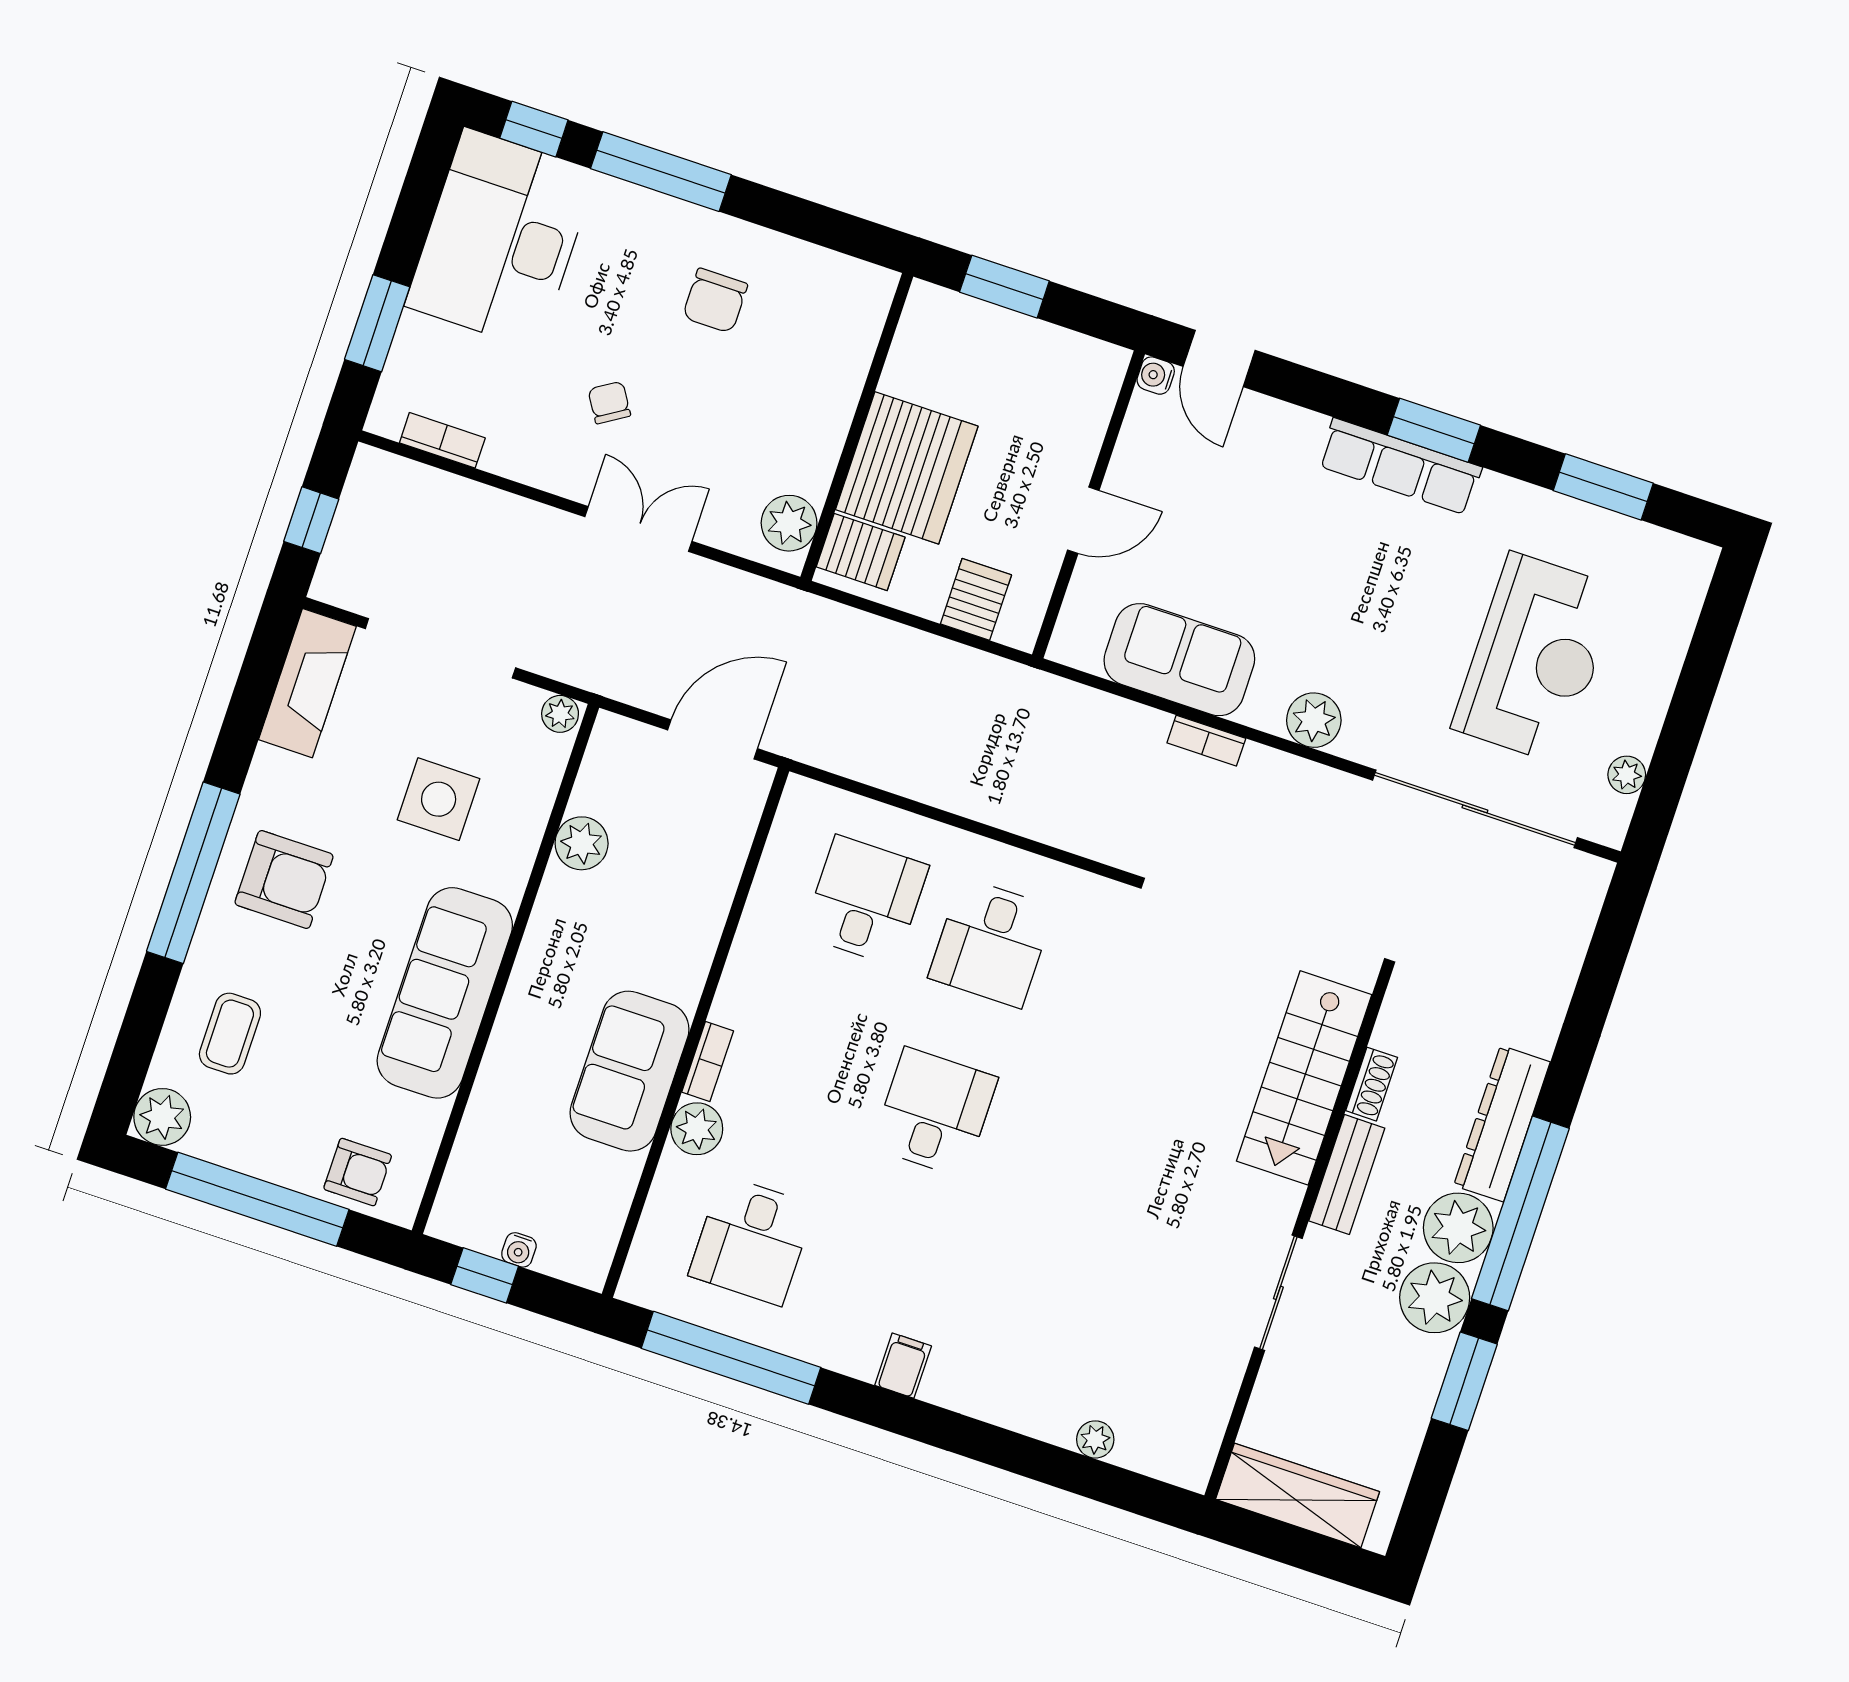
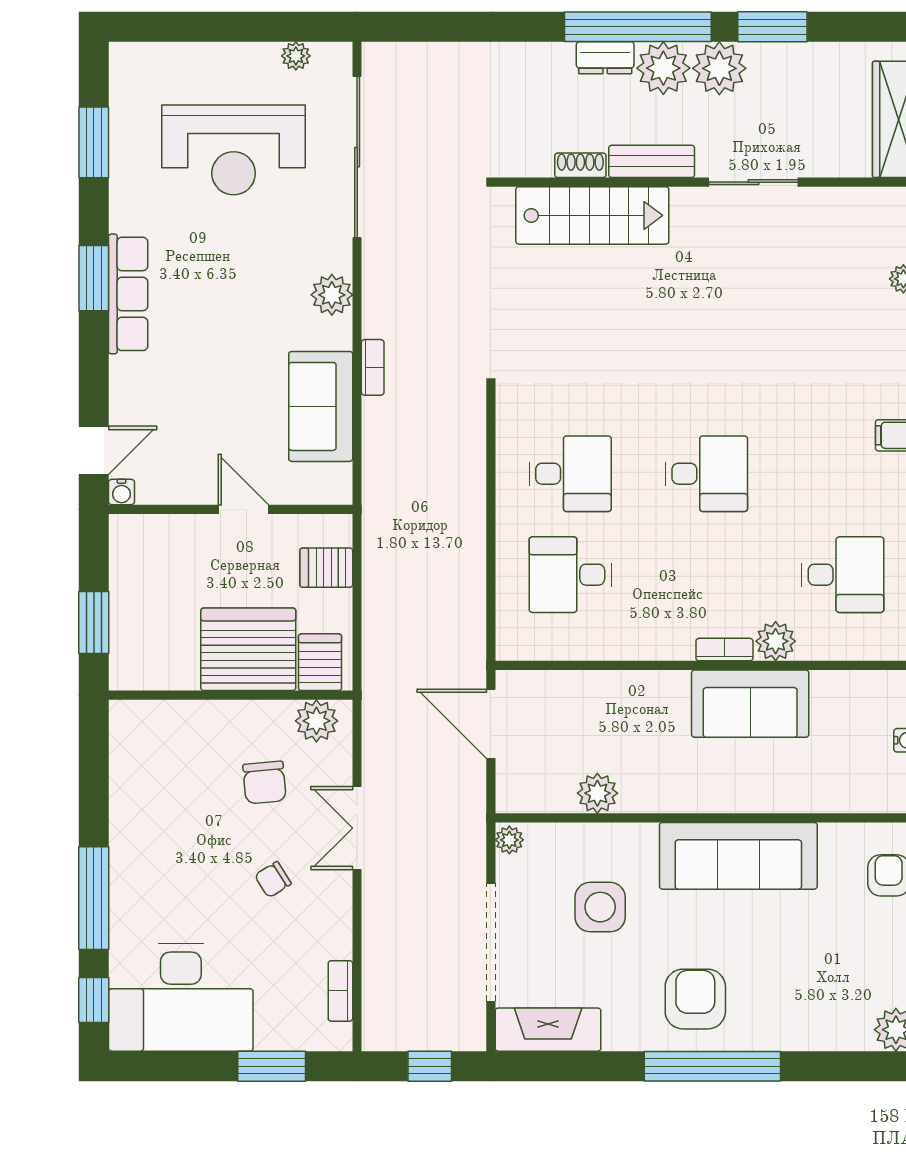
chair: (715, 301) -> (264, 782), moved, turned 85
reception desk: (1536, 658) -> (234, 150), turned 180
coffee table: (230, 1034) -> (820, 1001), removed
desk: (935, 1113) -> (706, 474), turned 180
dresser: (1502, 1124) -> (605, 58), width x0.51, depth x0.80

